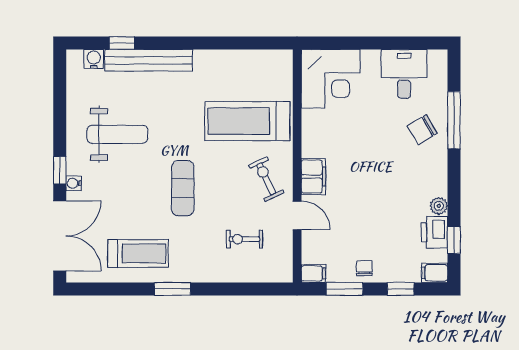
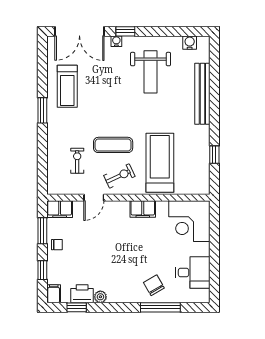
window: (122, 43) -> (214, 155), moved
water cooler: (94, 59) -> (190, 43), moved, turned -90
filing cabinet: (313, 176) -> (143, 209), moved
exercise mat: (183, 188) -> (113, 145), moved
filing cabinet: (313, 273) -> (60, 209), width x2.00

